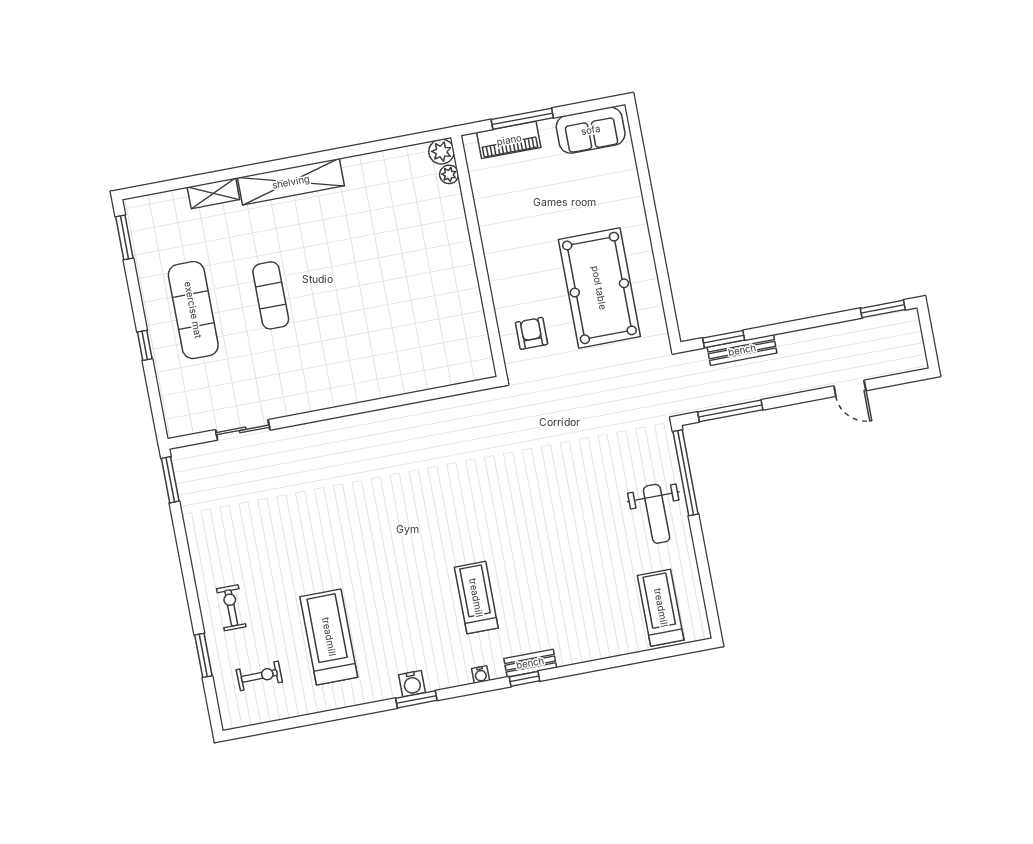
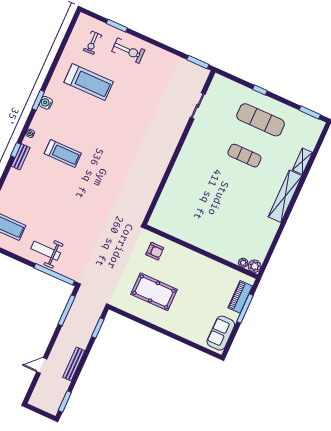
pool table: (599, 288) -> (154, 292), width x0.73, depth x0.76
bench: (742, 350) -> (74, 364), moved
exercise bike: (231, 608) -> (128, 51), width x1.38, depth x1.39

